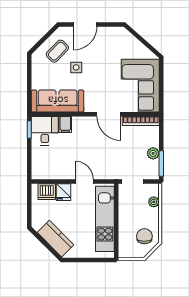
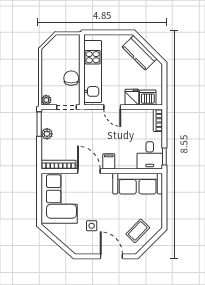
door: (85, 24) -> (111, 256), hinge flipped
side table: (76, 67) -> (92, 226), moved
filing cabinet: (65, 124) -> (109, 161), moved
bookcase: (36, 168) -> (158, 120), added
plant: (154, 202) -> (46, 100), moved
chair: (144, 236) -> (71, 78), moved, turned 180

